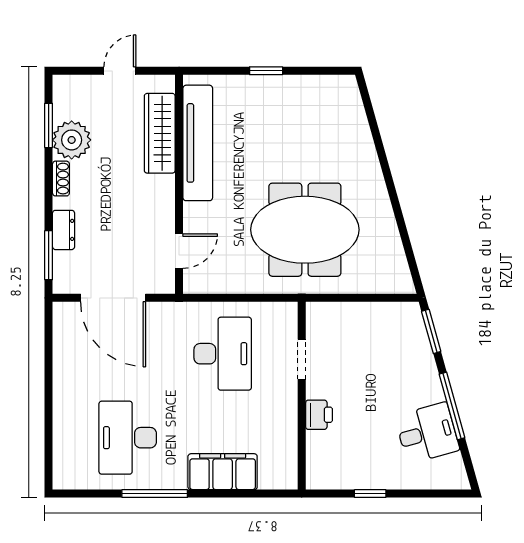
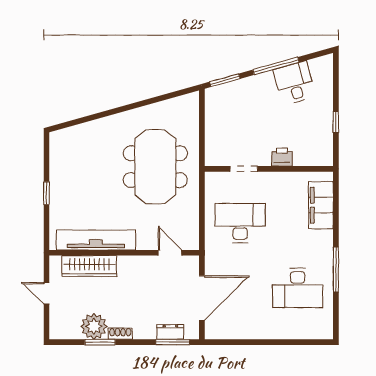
window: (49, 125) -> (100, 342), moved
dresser: (64, 230) -> (170, 332), moved
filing cabinet: (223, 472) -> (321, 205), moved

